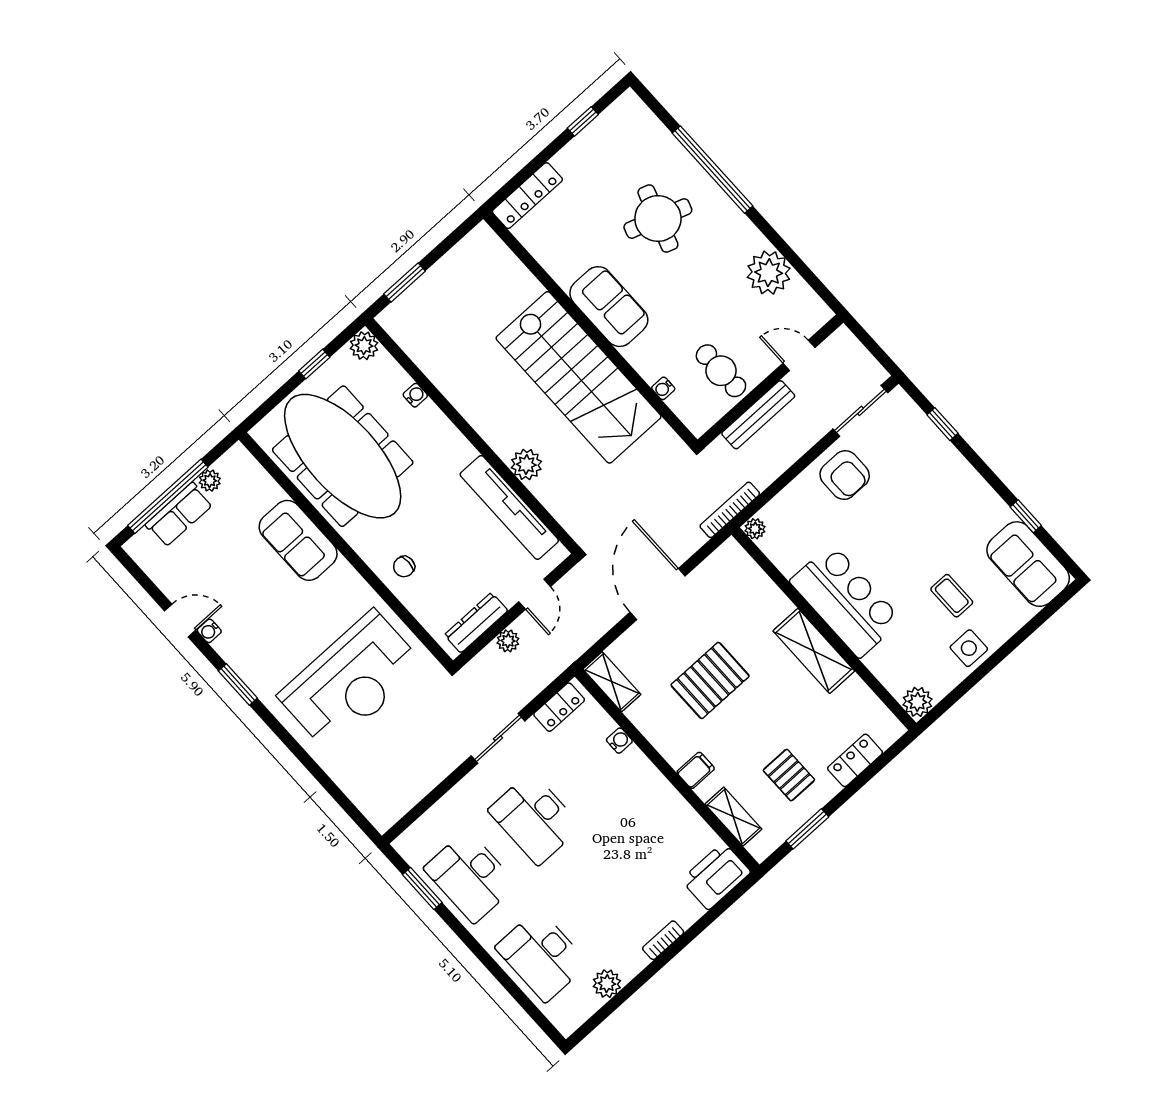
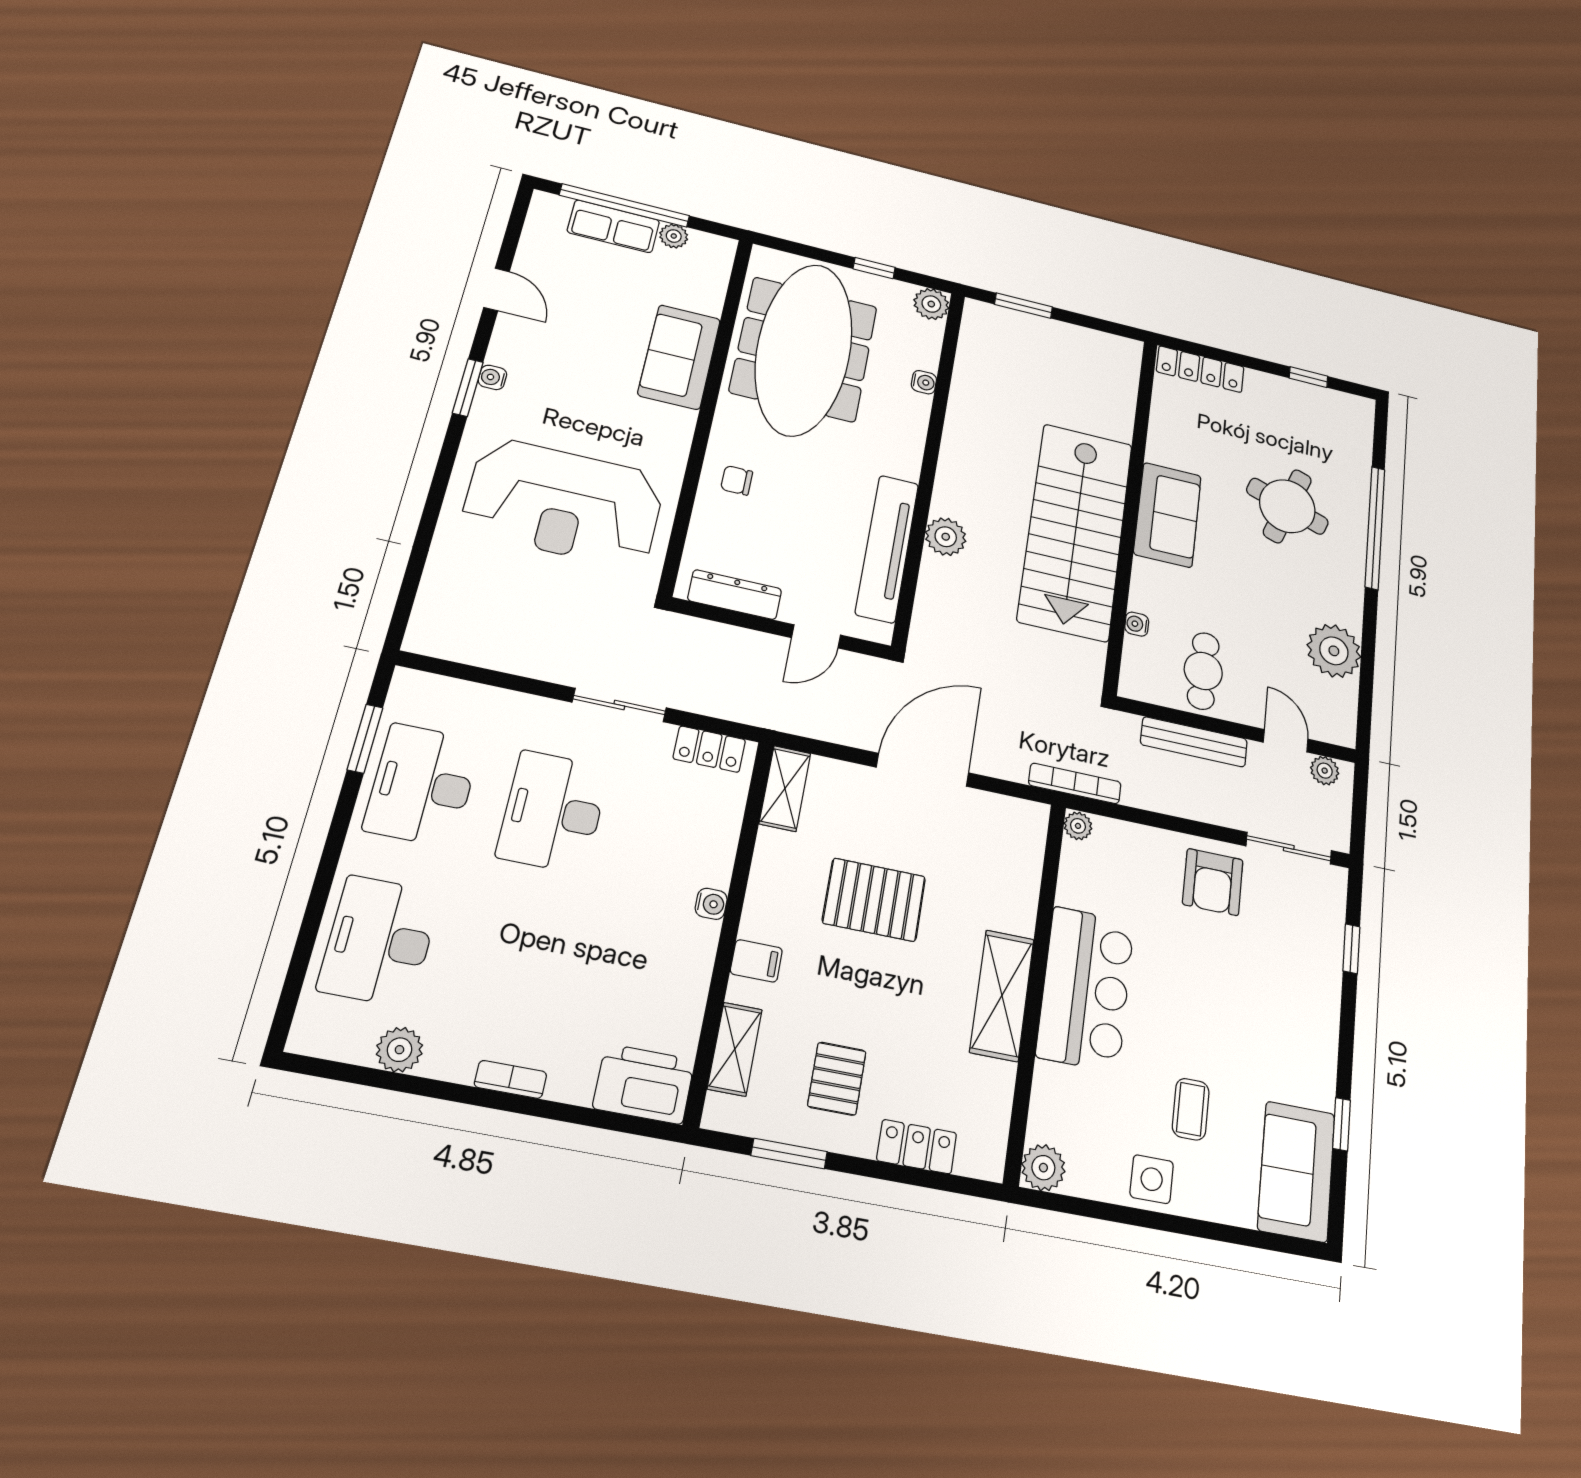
water cooler: (209, 631) -> (492, 377), moved
plant: (508, 641) -> (1325, 771), moved
water cooler: (619, 741) -> (711, 904), moved

